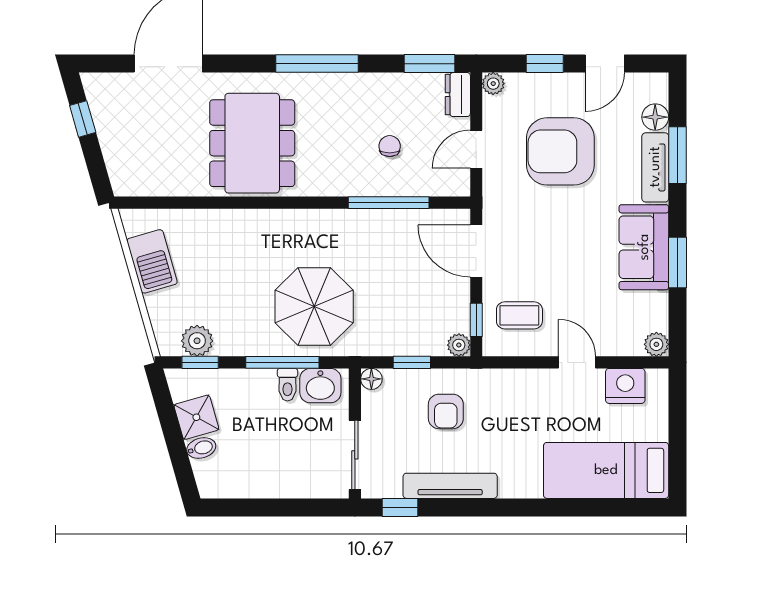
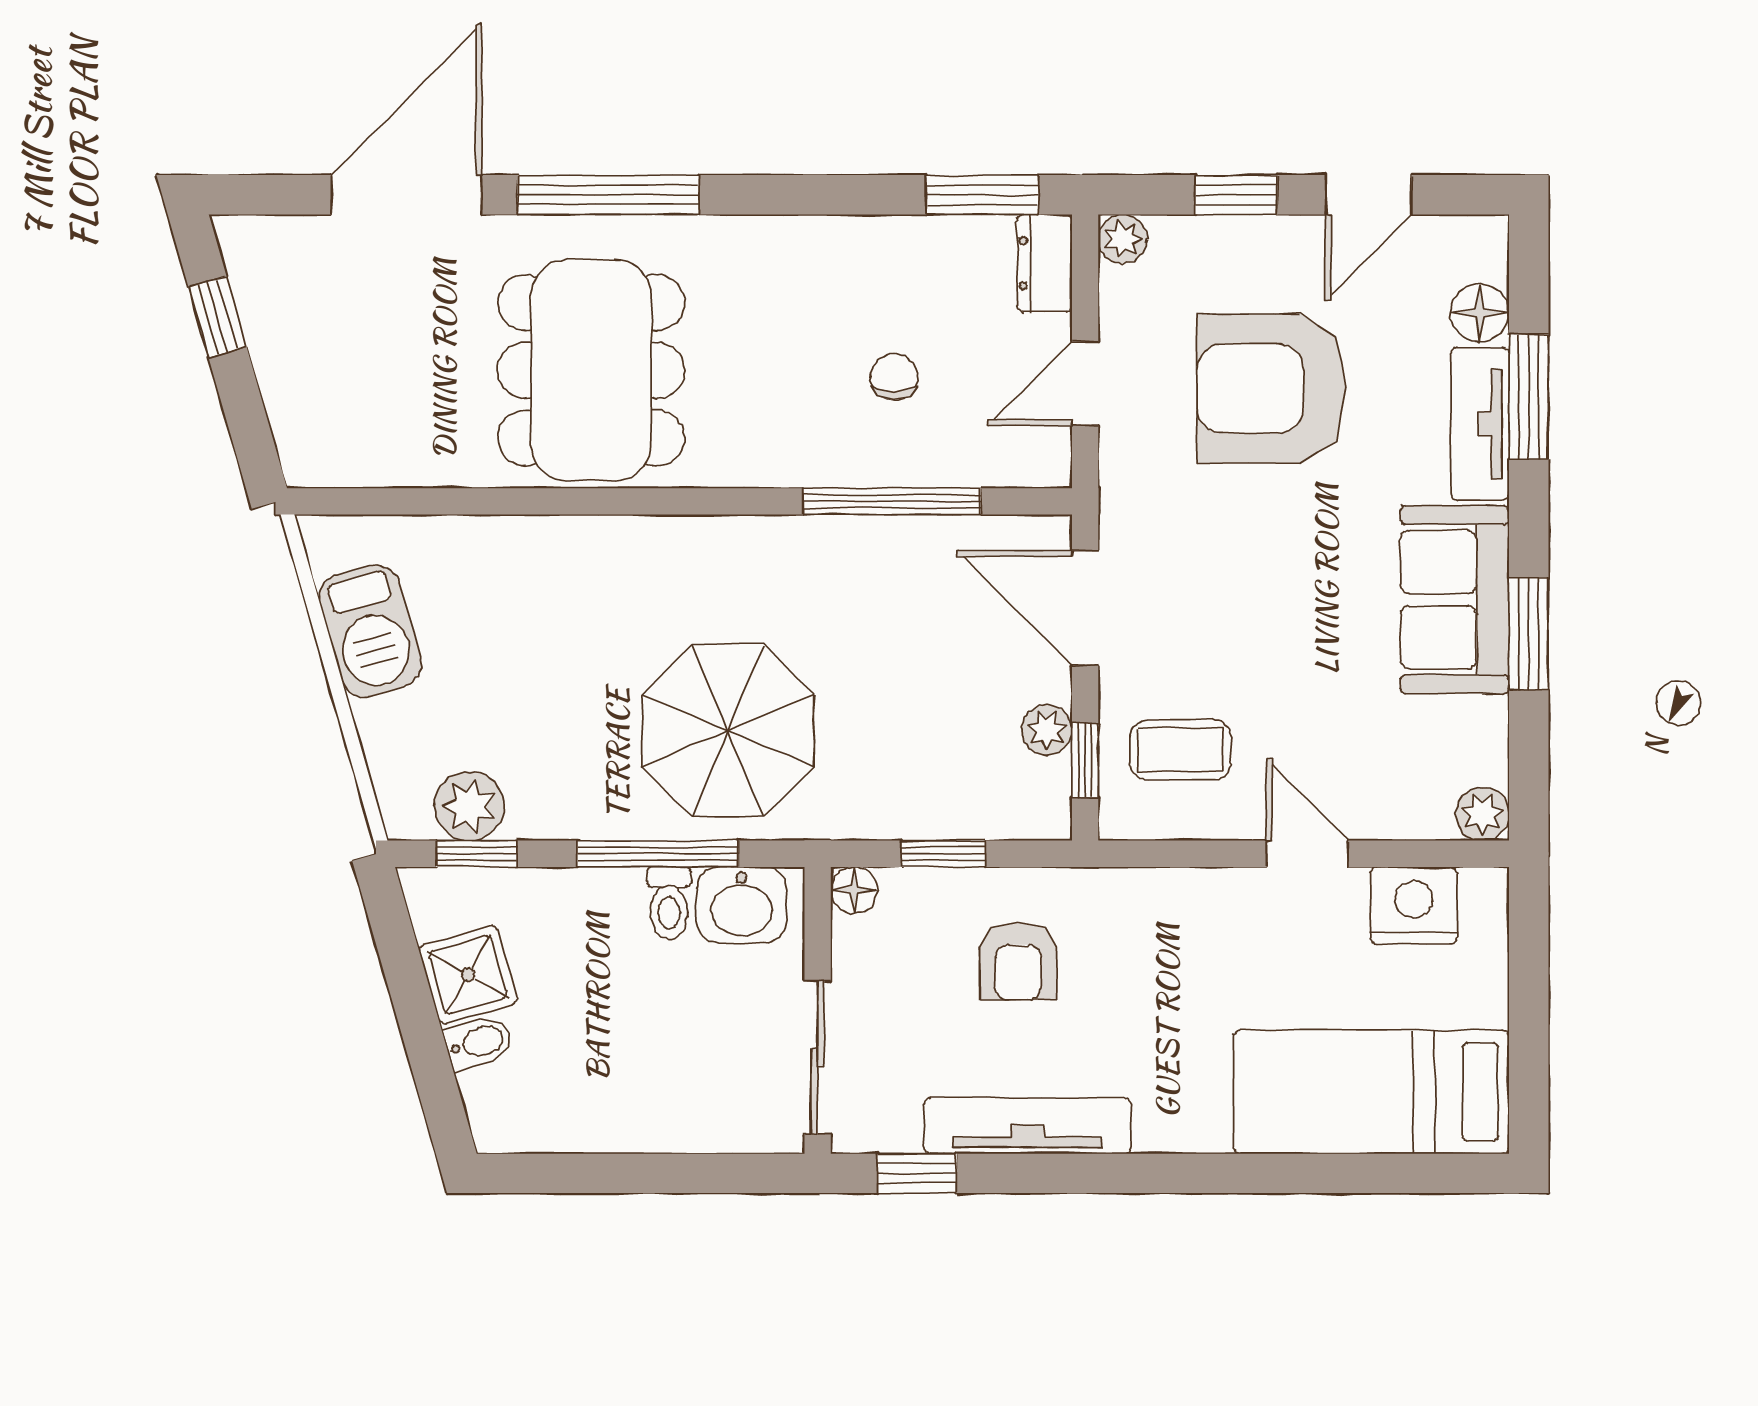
window: (317, 64) -> (608, 195), moved
plant: (459, 345) -> (1047, 730), moved

